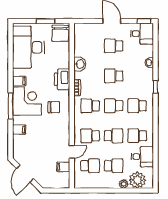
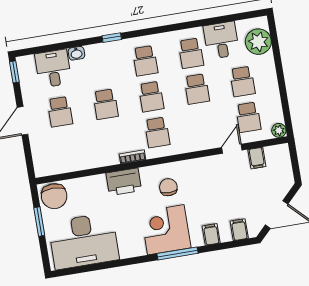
chair: (60, 33) -> (54, 196), turned 90
desk: (142, 34) -> (53, 68), moved
washbasin: (80, 64) -> (96, 159), removed
filing cabinet: (19, 81) -> (239, 230), moved
school desk: (90, 136) -> (203, 125), removed
school desk: (114, 136) -> (197, 89), turned 180
door: (72, 152) -> (232, 149), hinge flipped
school desk: (90, 166) -> (248, 117), turned 180
school desk: (114, 166) -> (242, 82), turned 180
plant: (124, 184) -> (279, 130), moved

